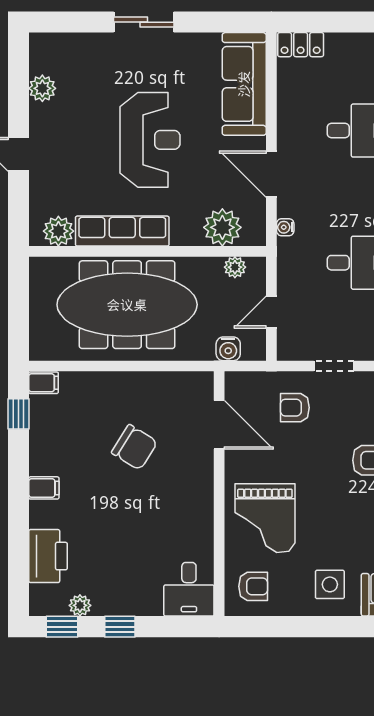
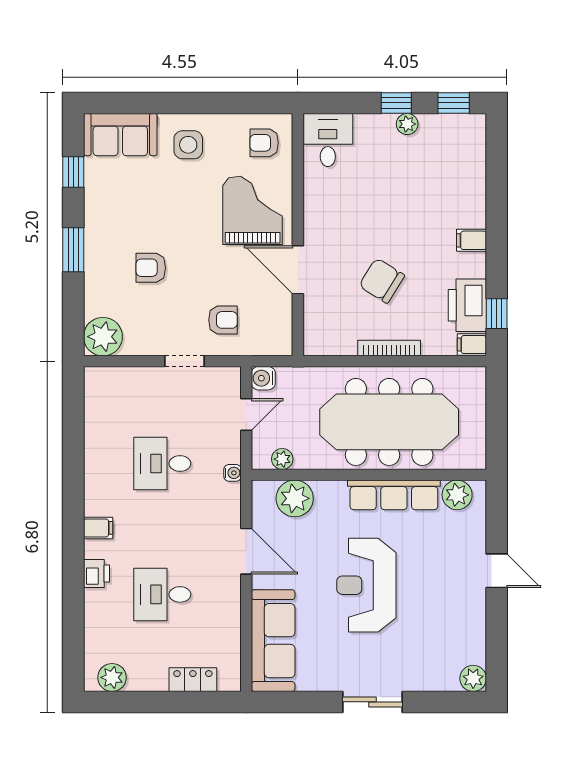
locker: (301, 45) -> (193, 680), moved
plant: (42, 88) -> (473, 678), moved
water cooler: (285, 227) -> (233, 473), moved
water cooler: (228, 349) -> (263, 378), moved, turned -90
bookcase: (127, 379) -> (389, 348), added
door: (219, 425) -> (298, 270), moved
printer: (48, 556) -> (467, 305), moved
plant: (80, 605) -> (407, 124), moved

